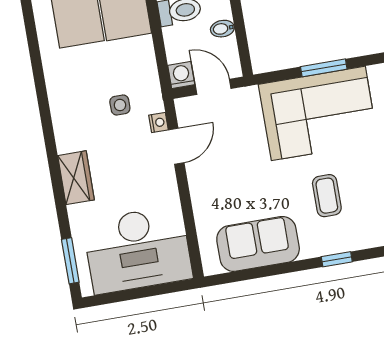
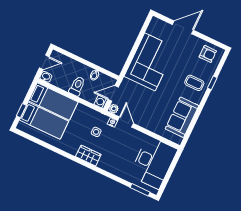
window: (324, 68) -> (135, 48), removed
plant: (185, 107) -> (114, 109), added
wardrobe: (76, 178) -> (88, 156), moved
coffee table: (327, 196) -> (194, 83), moved
window: (337, 259) -> (212, 83), moved

